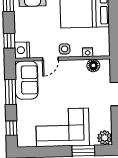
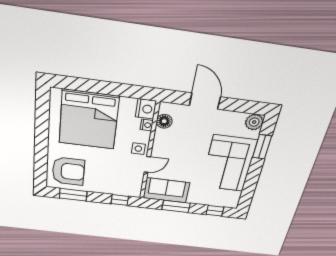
nightstand: (22, 50) -> (146, 109), moved, turned -90
door: (50, 59) -> (147, 164), hinge flipped

